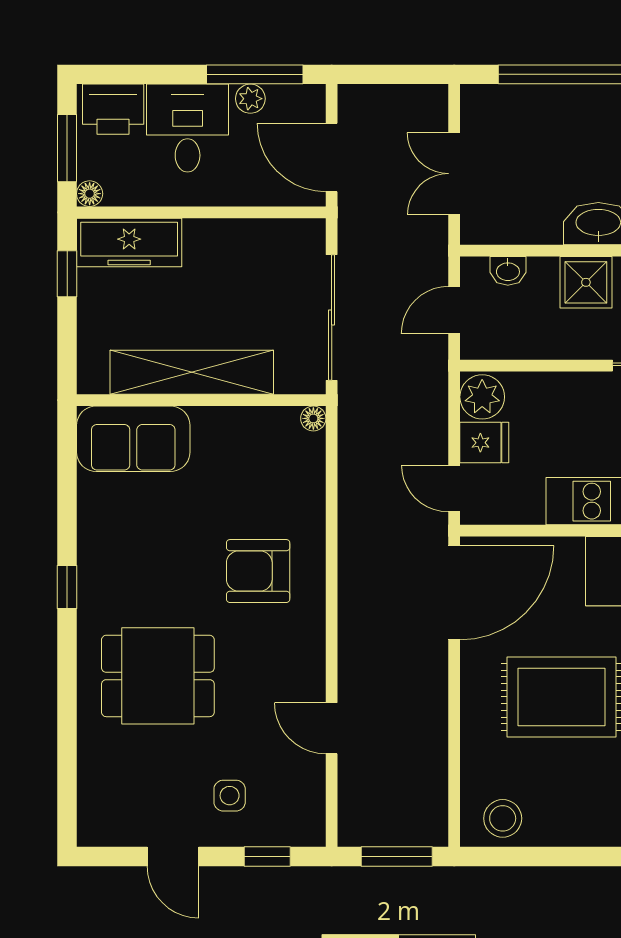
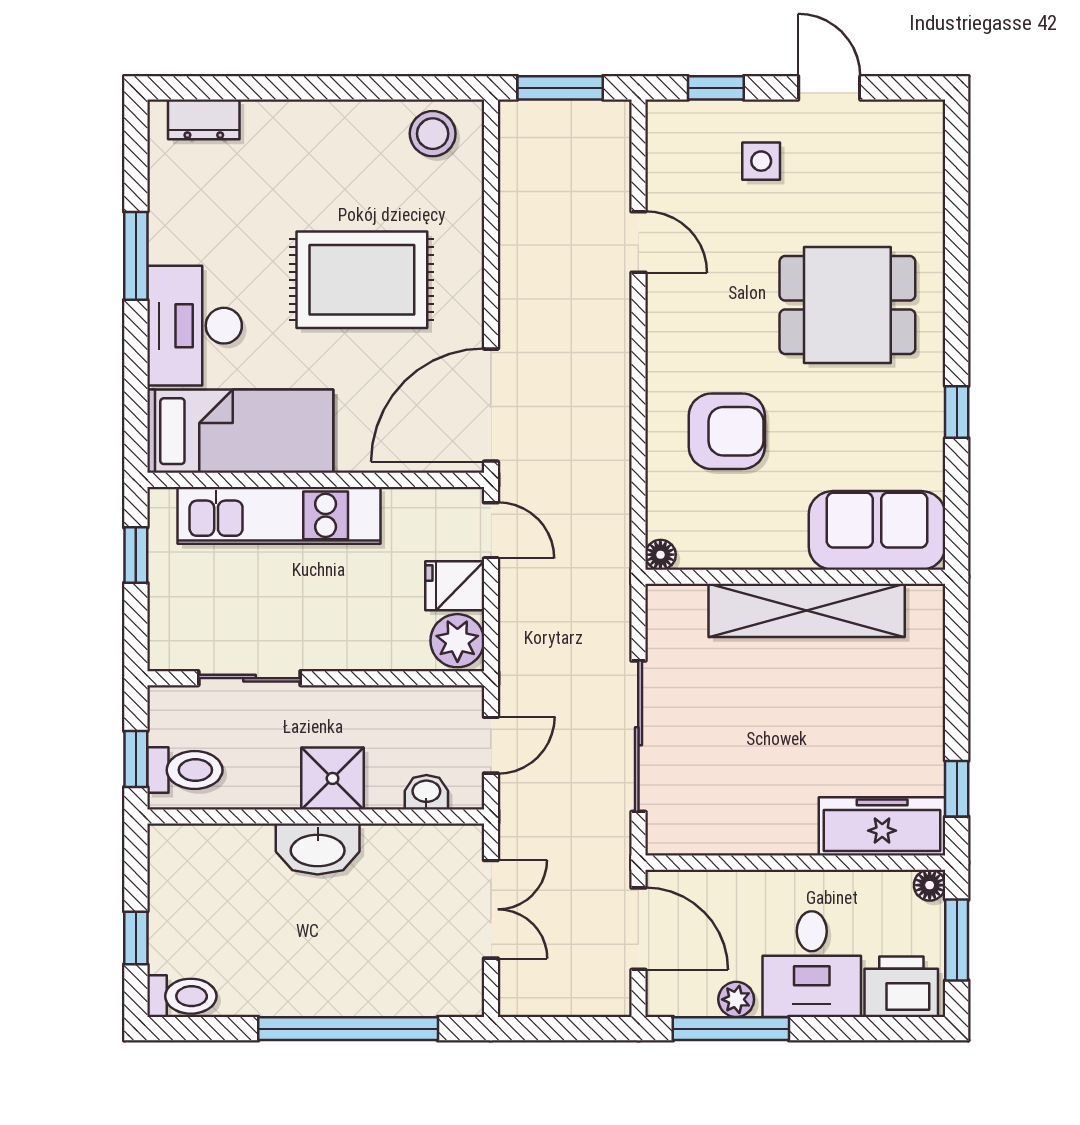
shelving: (192, 372) -> (807, 610), moved
wall: (201, 400) -> (795, 577), moved
floor lamp: (313, 418) -> (660, 555), moved
sofa: (133, 439) -> (877, 530), moved

